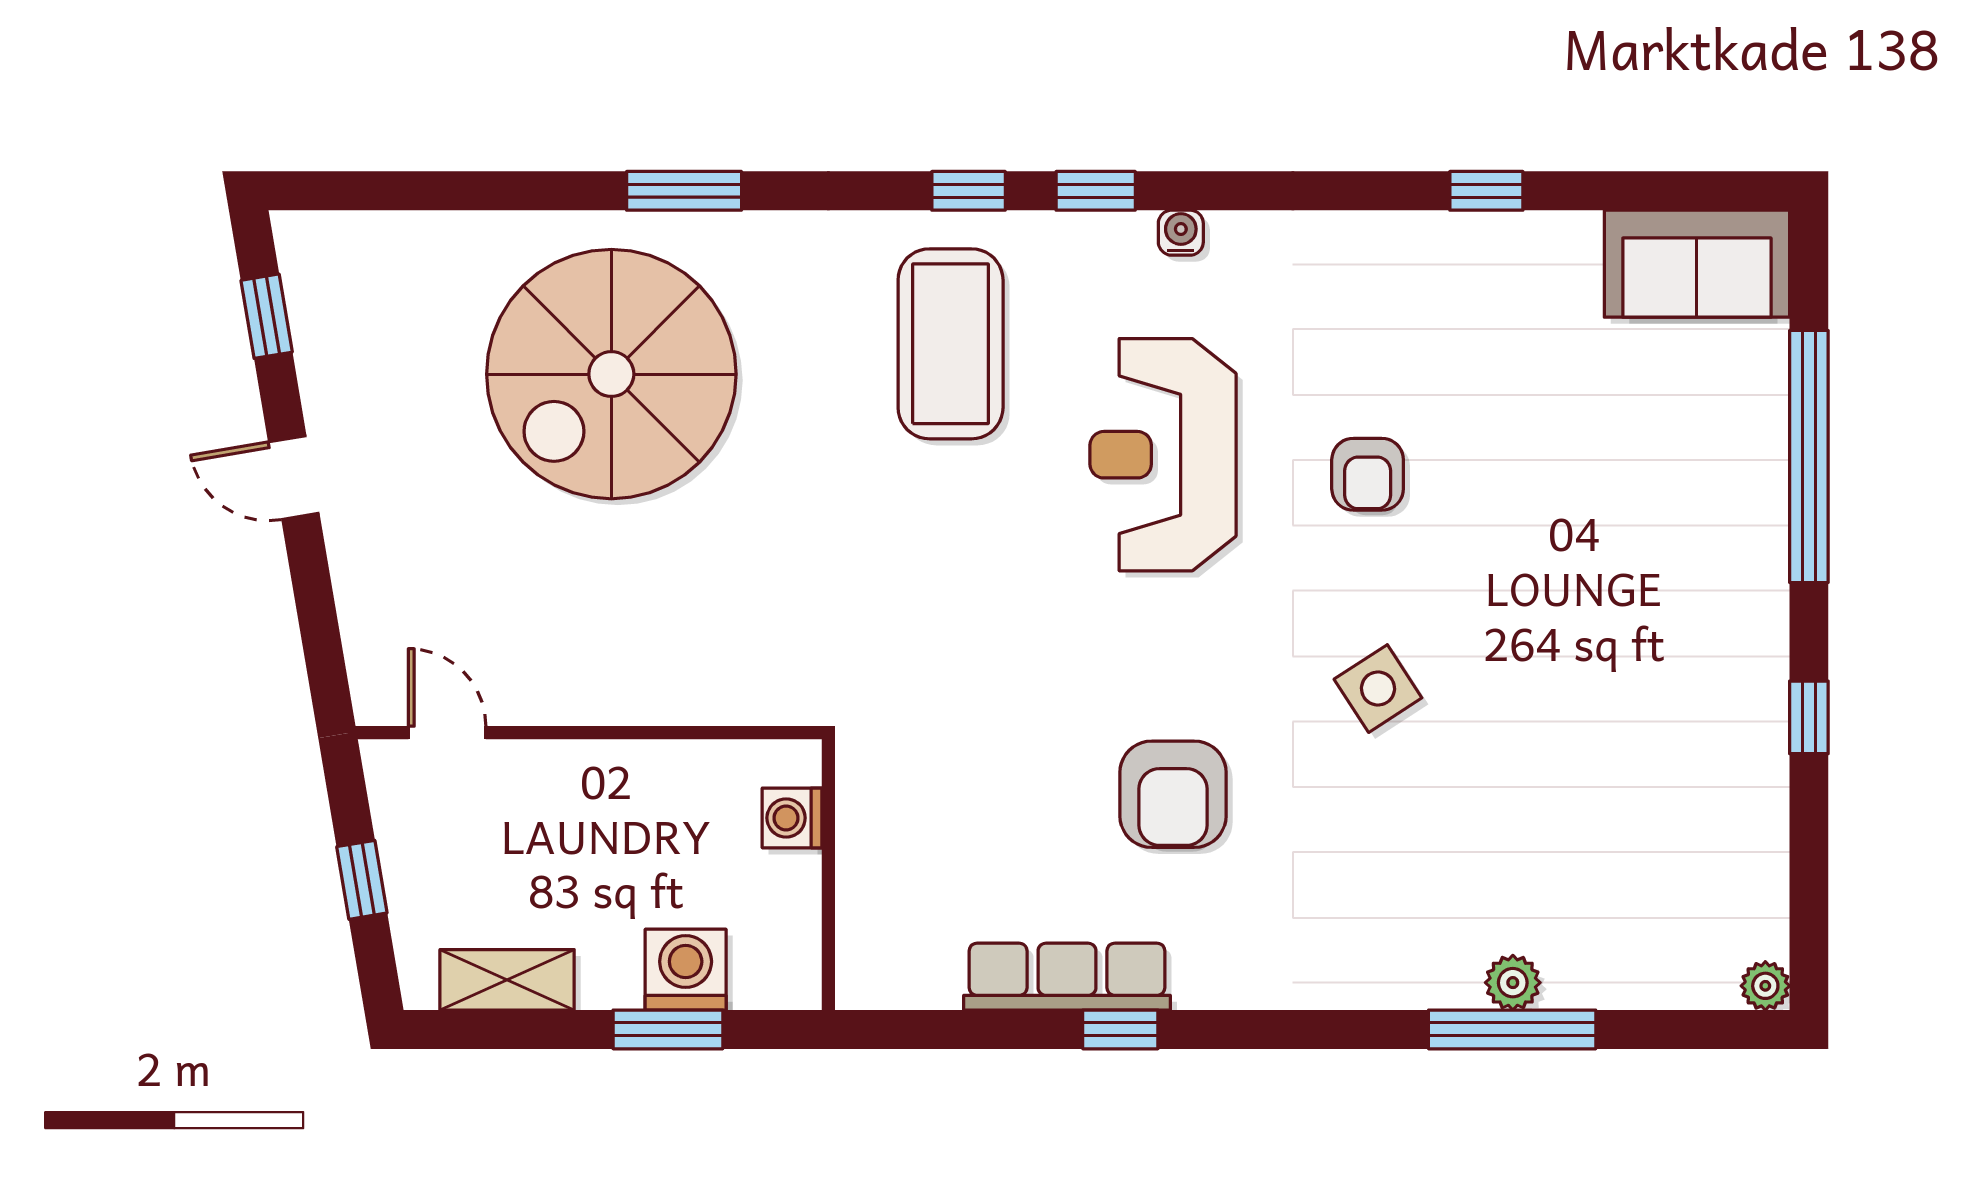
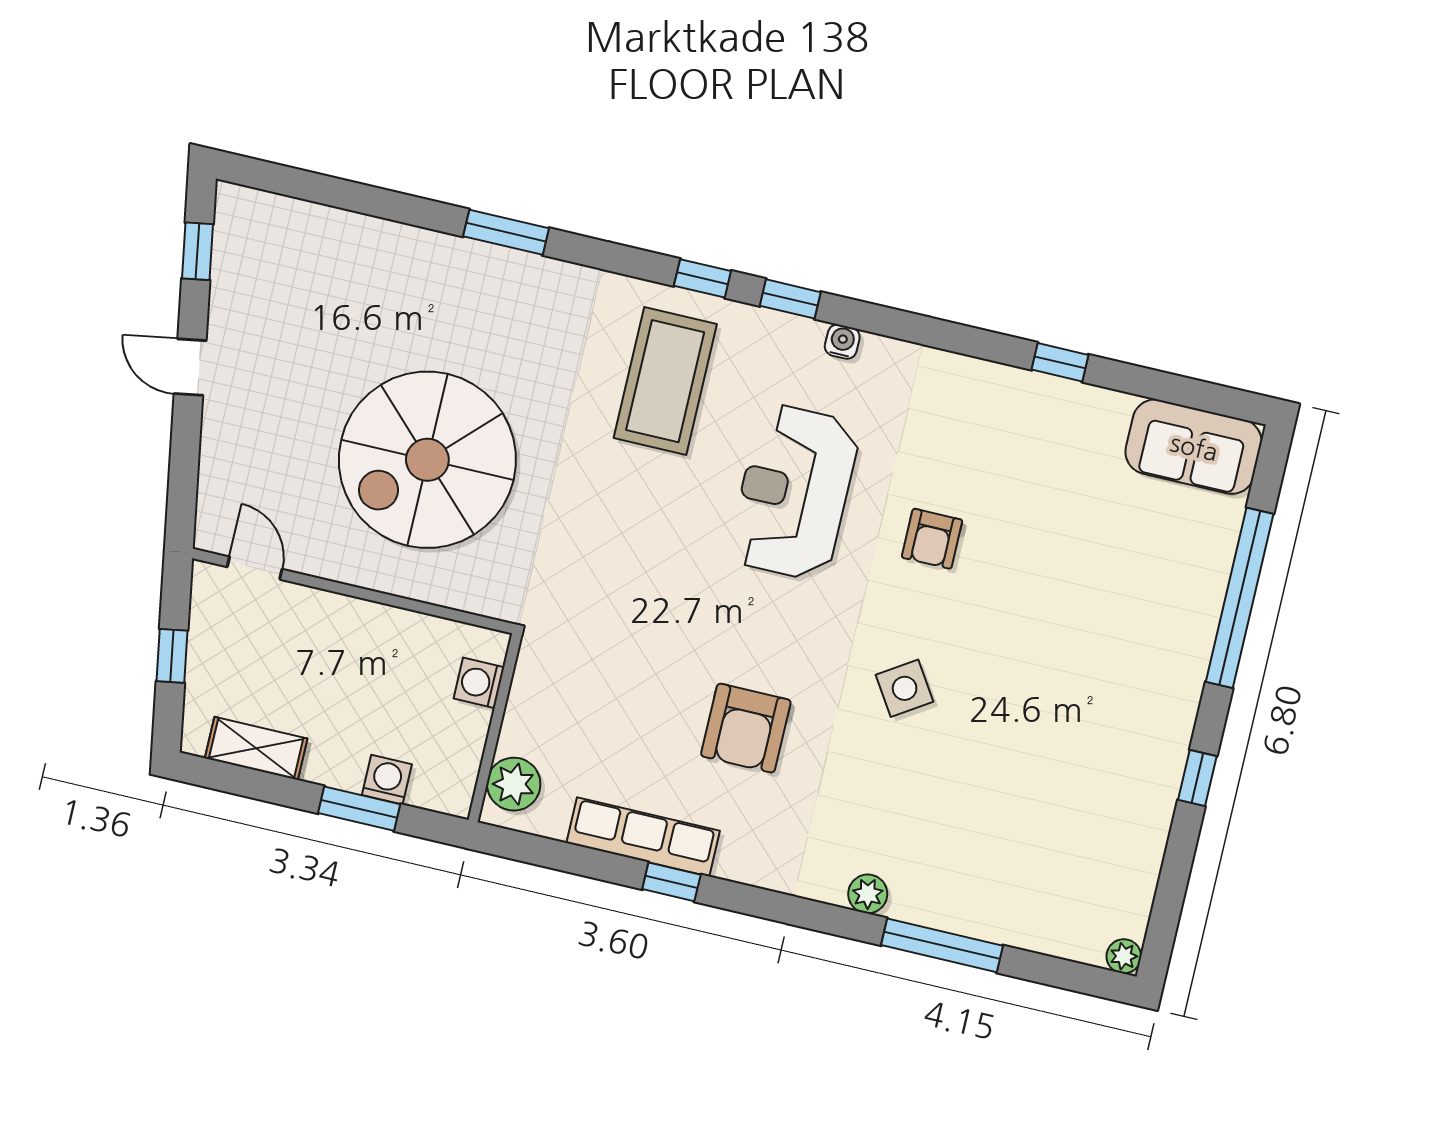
spiral stairs: (611, 374) -> (427, 460), moved
plant: (872, 946) -> (514, 784), added
washing machine: (686, 970) -> (387, 780), width x0.73, depth x0.73
plant: (1513, 983) -> (868, 894), moved

